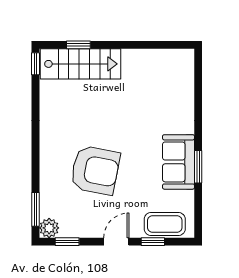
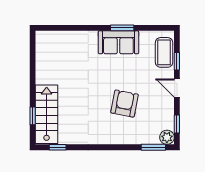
window: (35, 64) -> (58, 147), moved
armchair: (95, 170) -> (125, 104), width x0.73, depth x0.73

